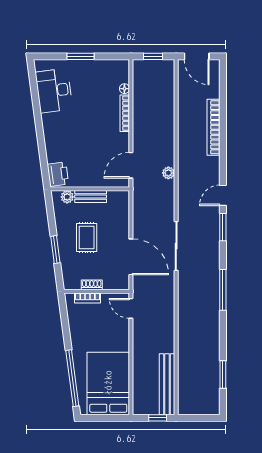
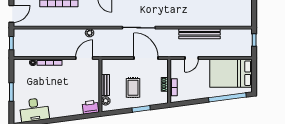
door: (131, 165) -> (84, 58), swing flipped
rug: (87, 237) -> (133, 88), turned 90
door: (131, 257) -> (146, 58), hinge flipped
door: (131, 308) -> (192, 58), moved
bench: (167, 384) -> (199, 34), moved

